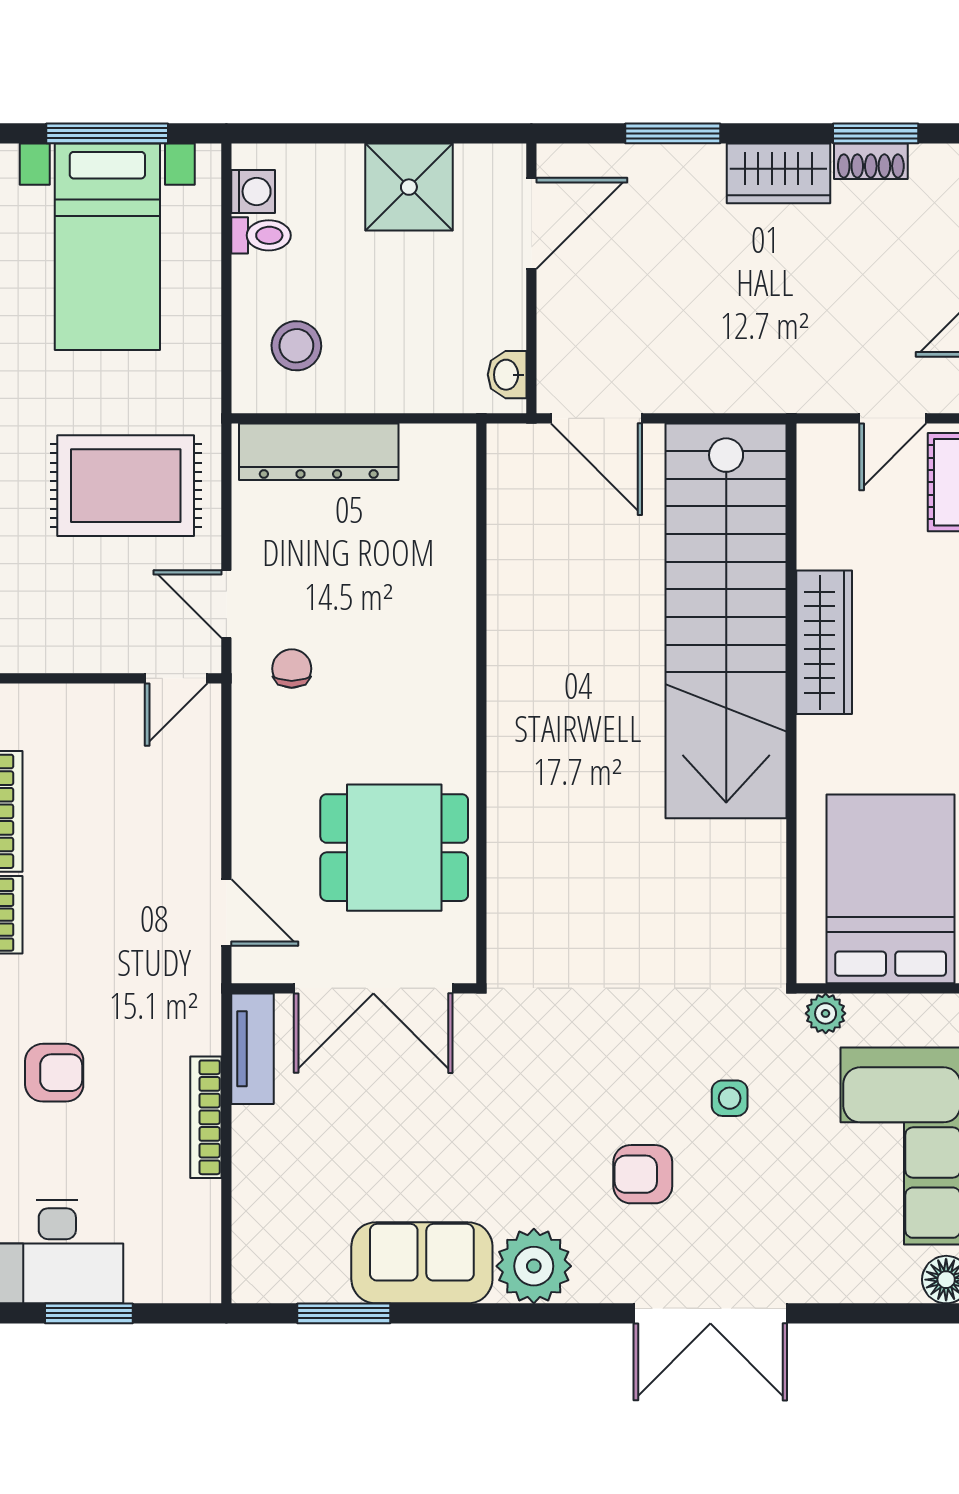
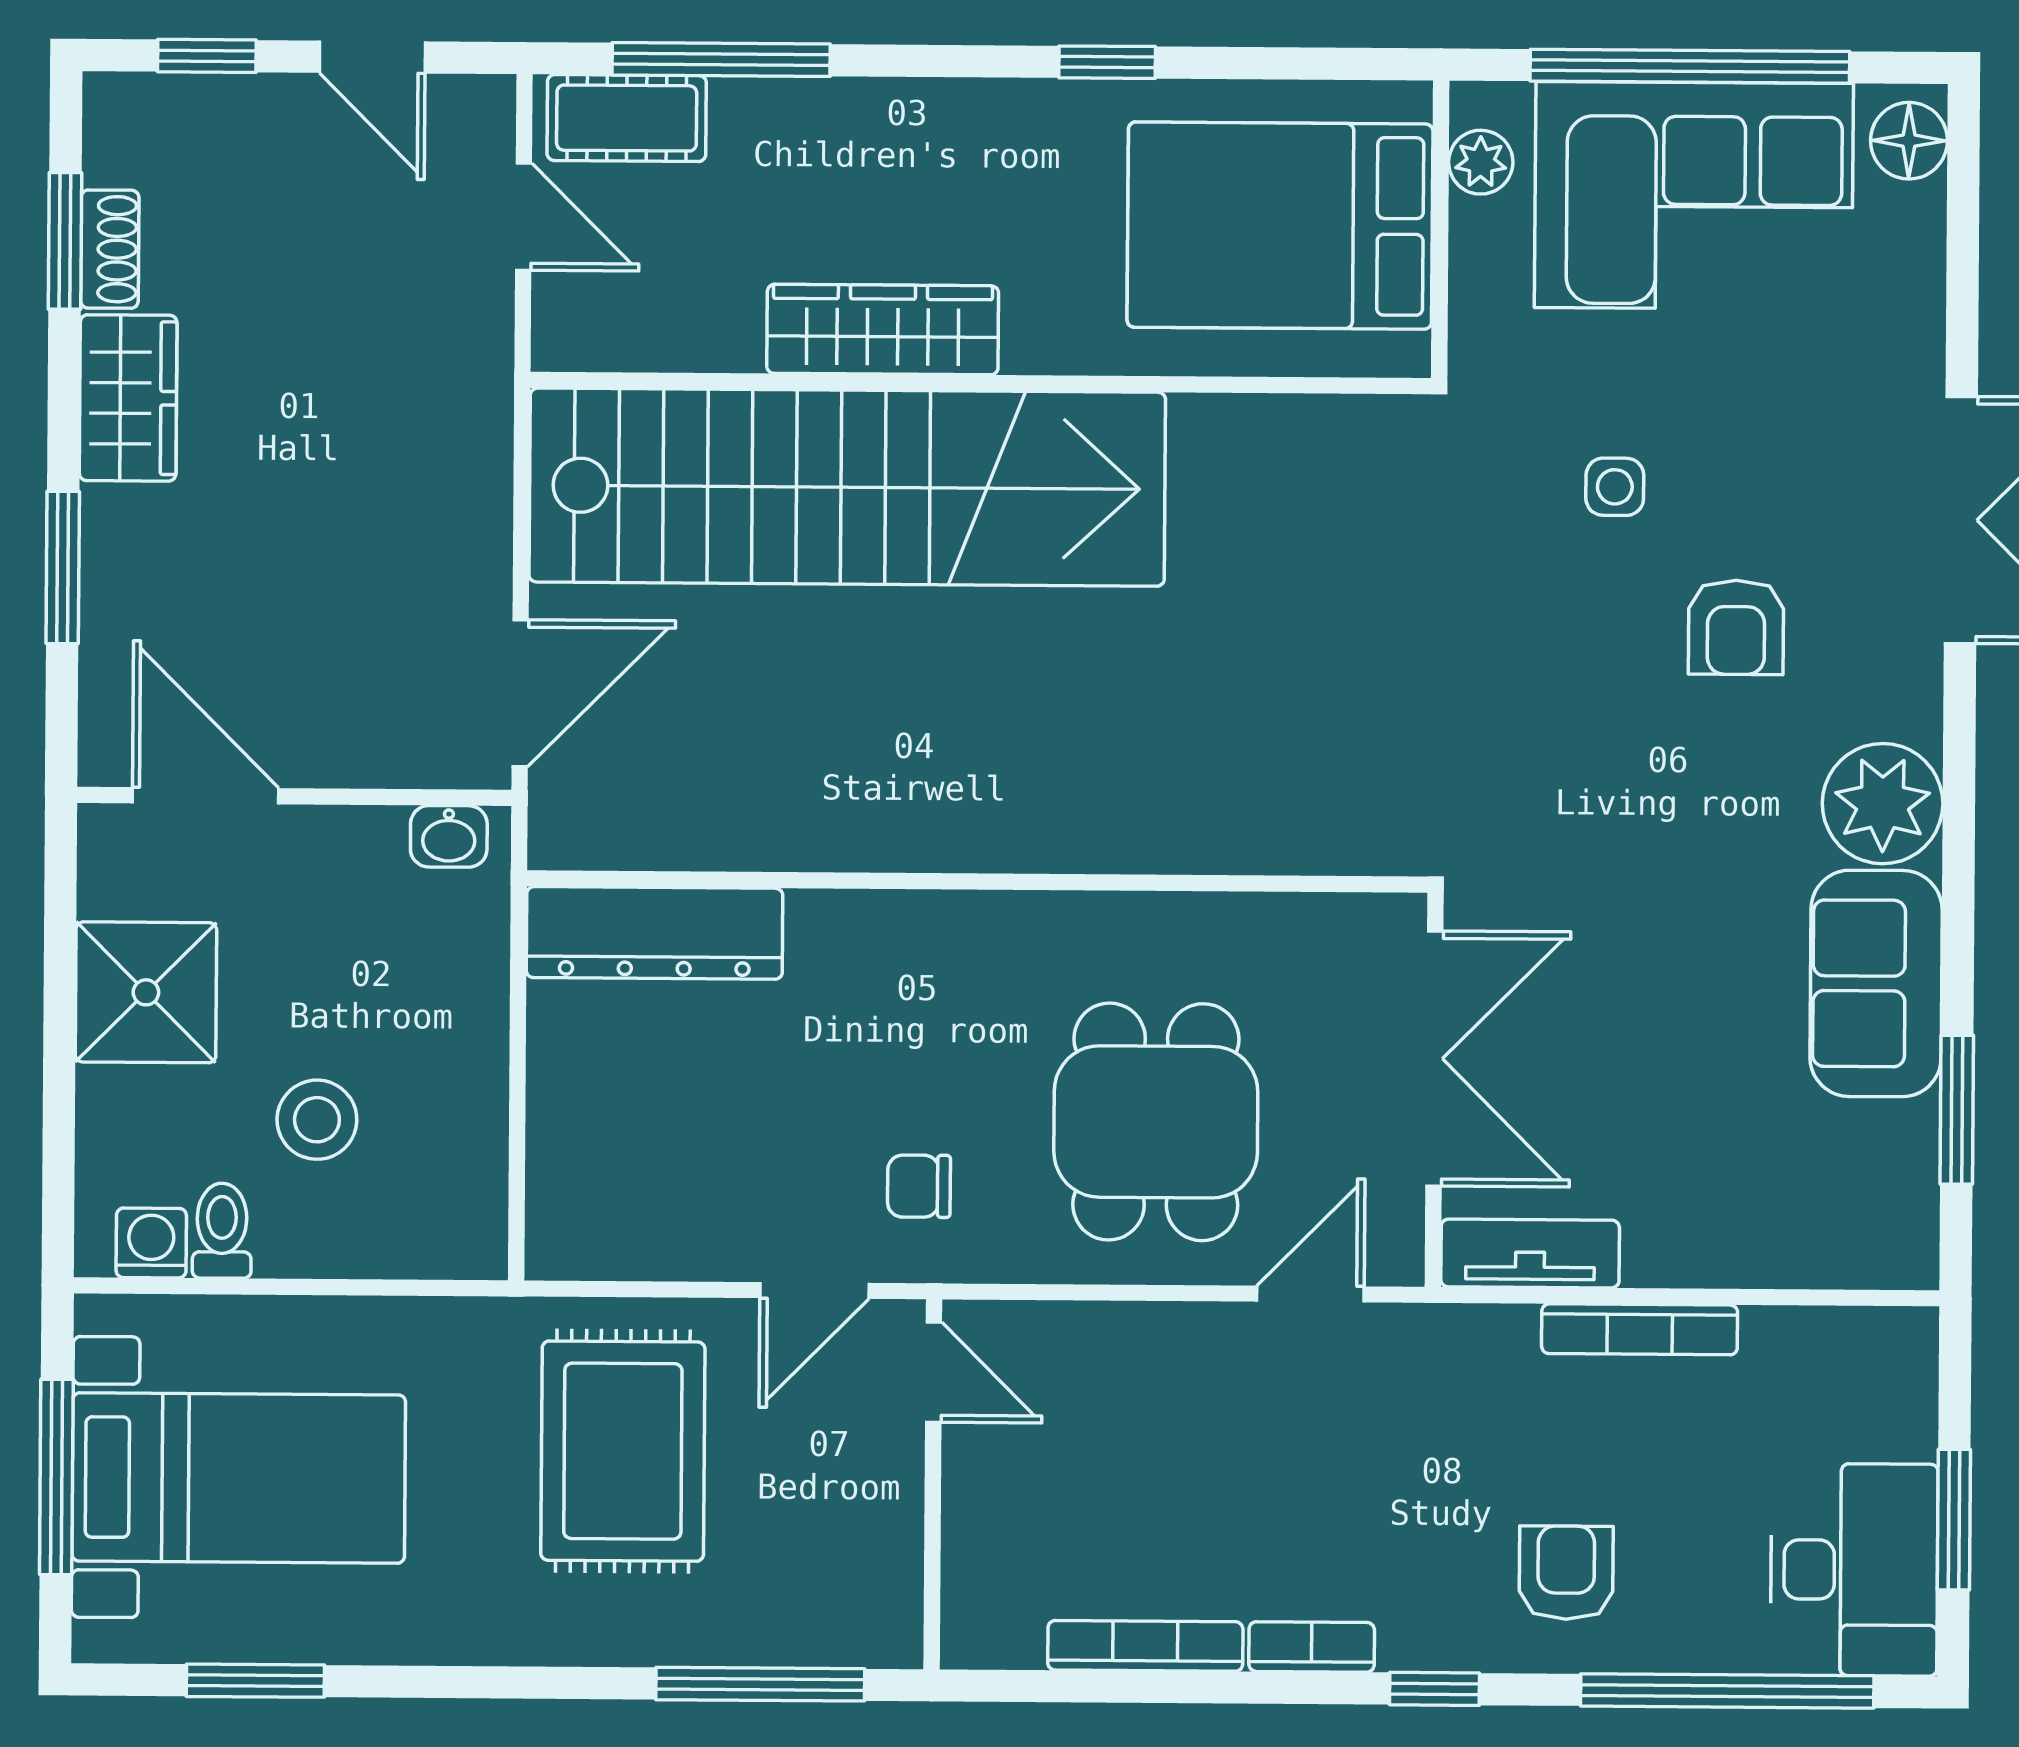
stool: (296, 346) -> (317, 1120), moved
dresser: (319, 452) -> (654, 933), moved, turned 90
dining table: (394, 848) -> (1156, 1122), moved
plant: (826, 1013) -> (1481, 162), moved

